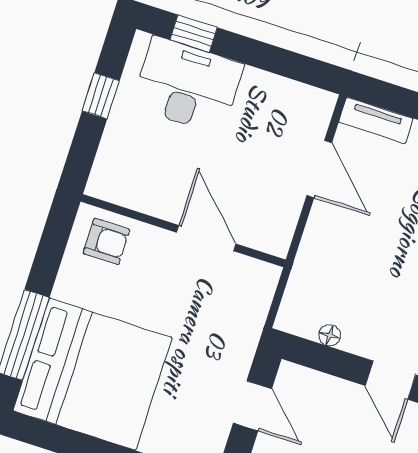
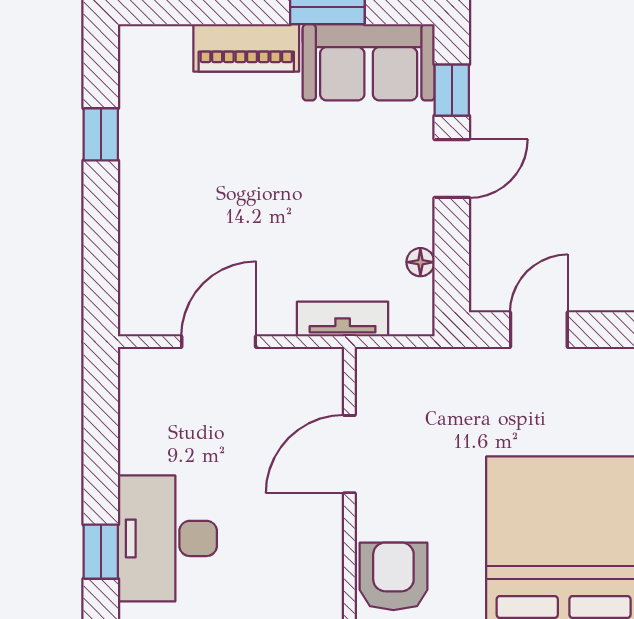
tv unit: (376, 120) -> (343, 319), moved, turned -90
armchair: (107, 241) -> (393, 576), width x1.38, depth x1.38

